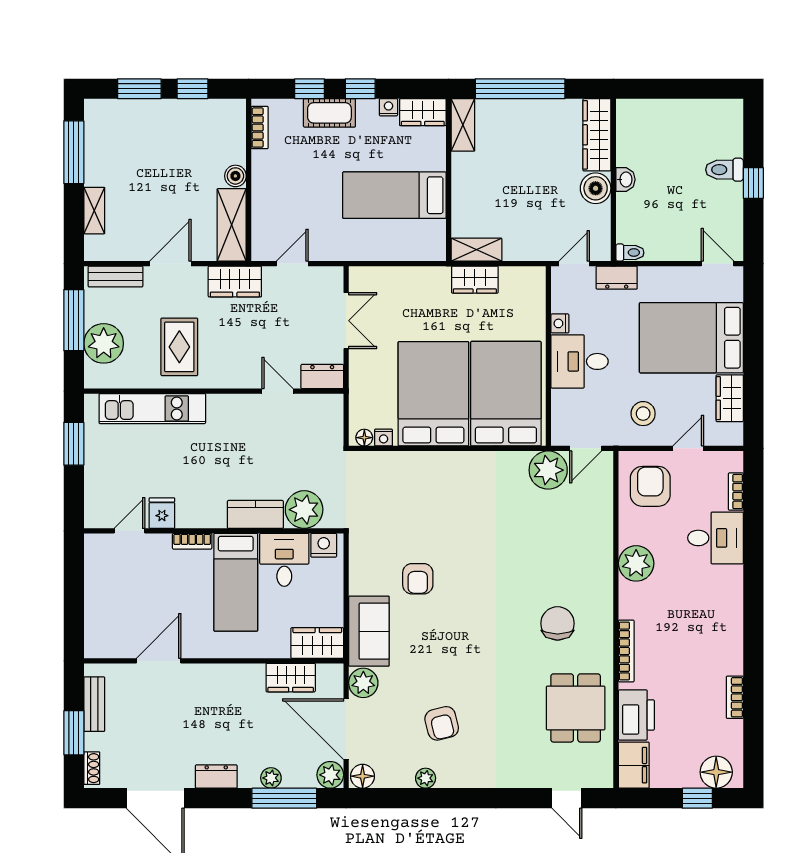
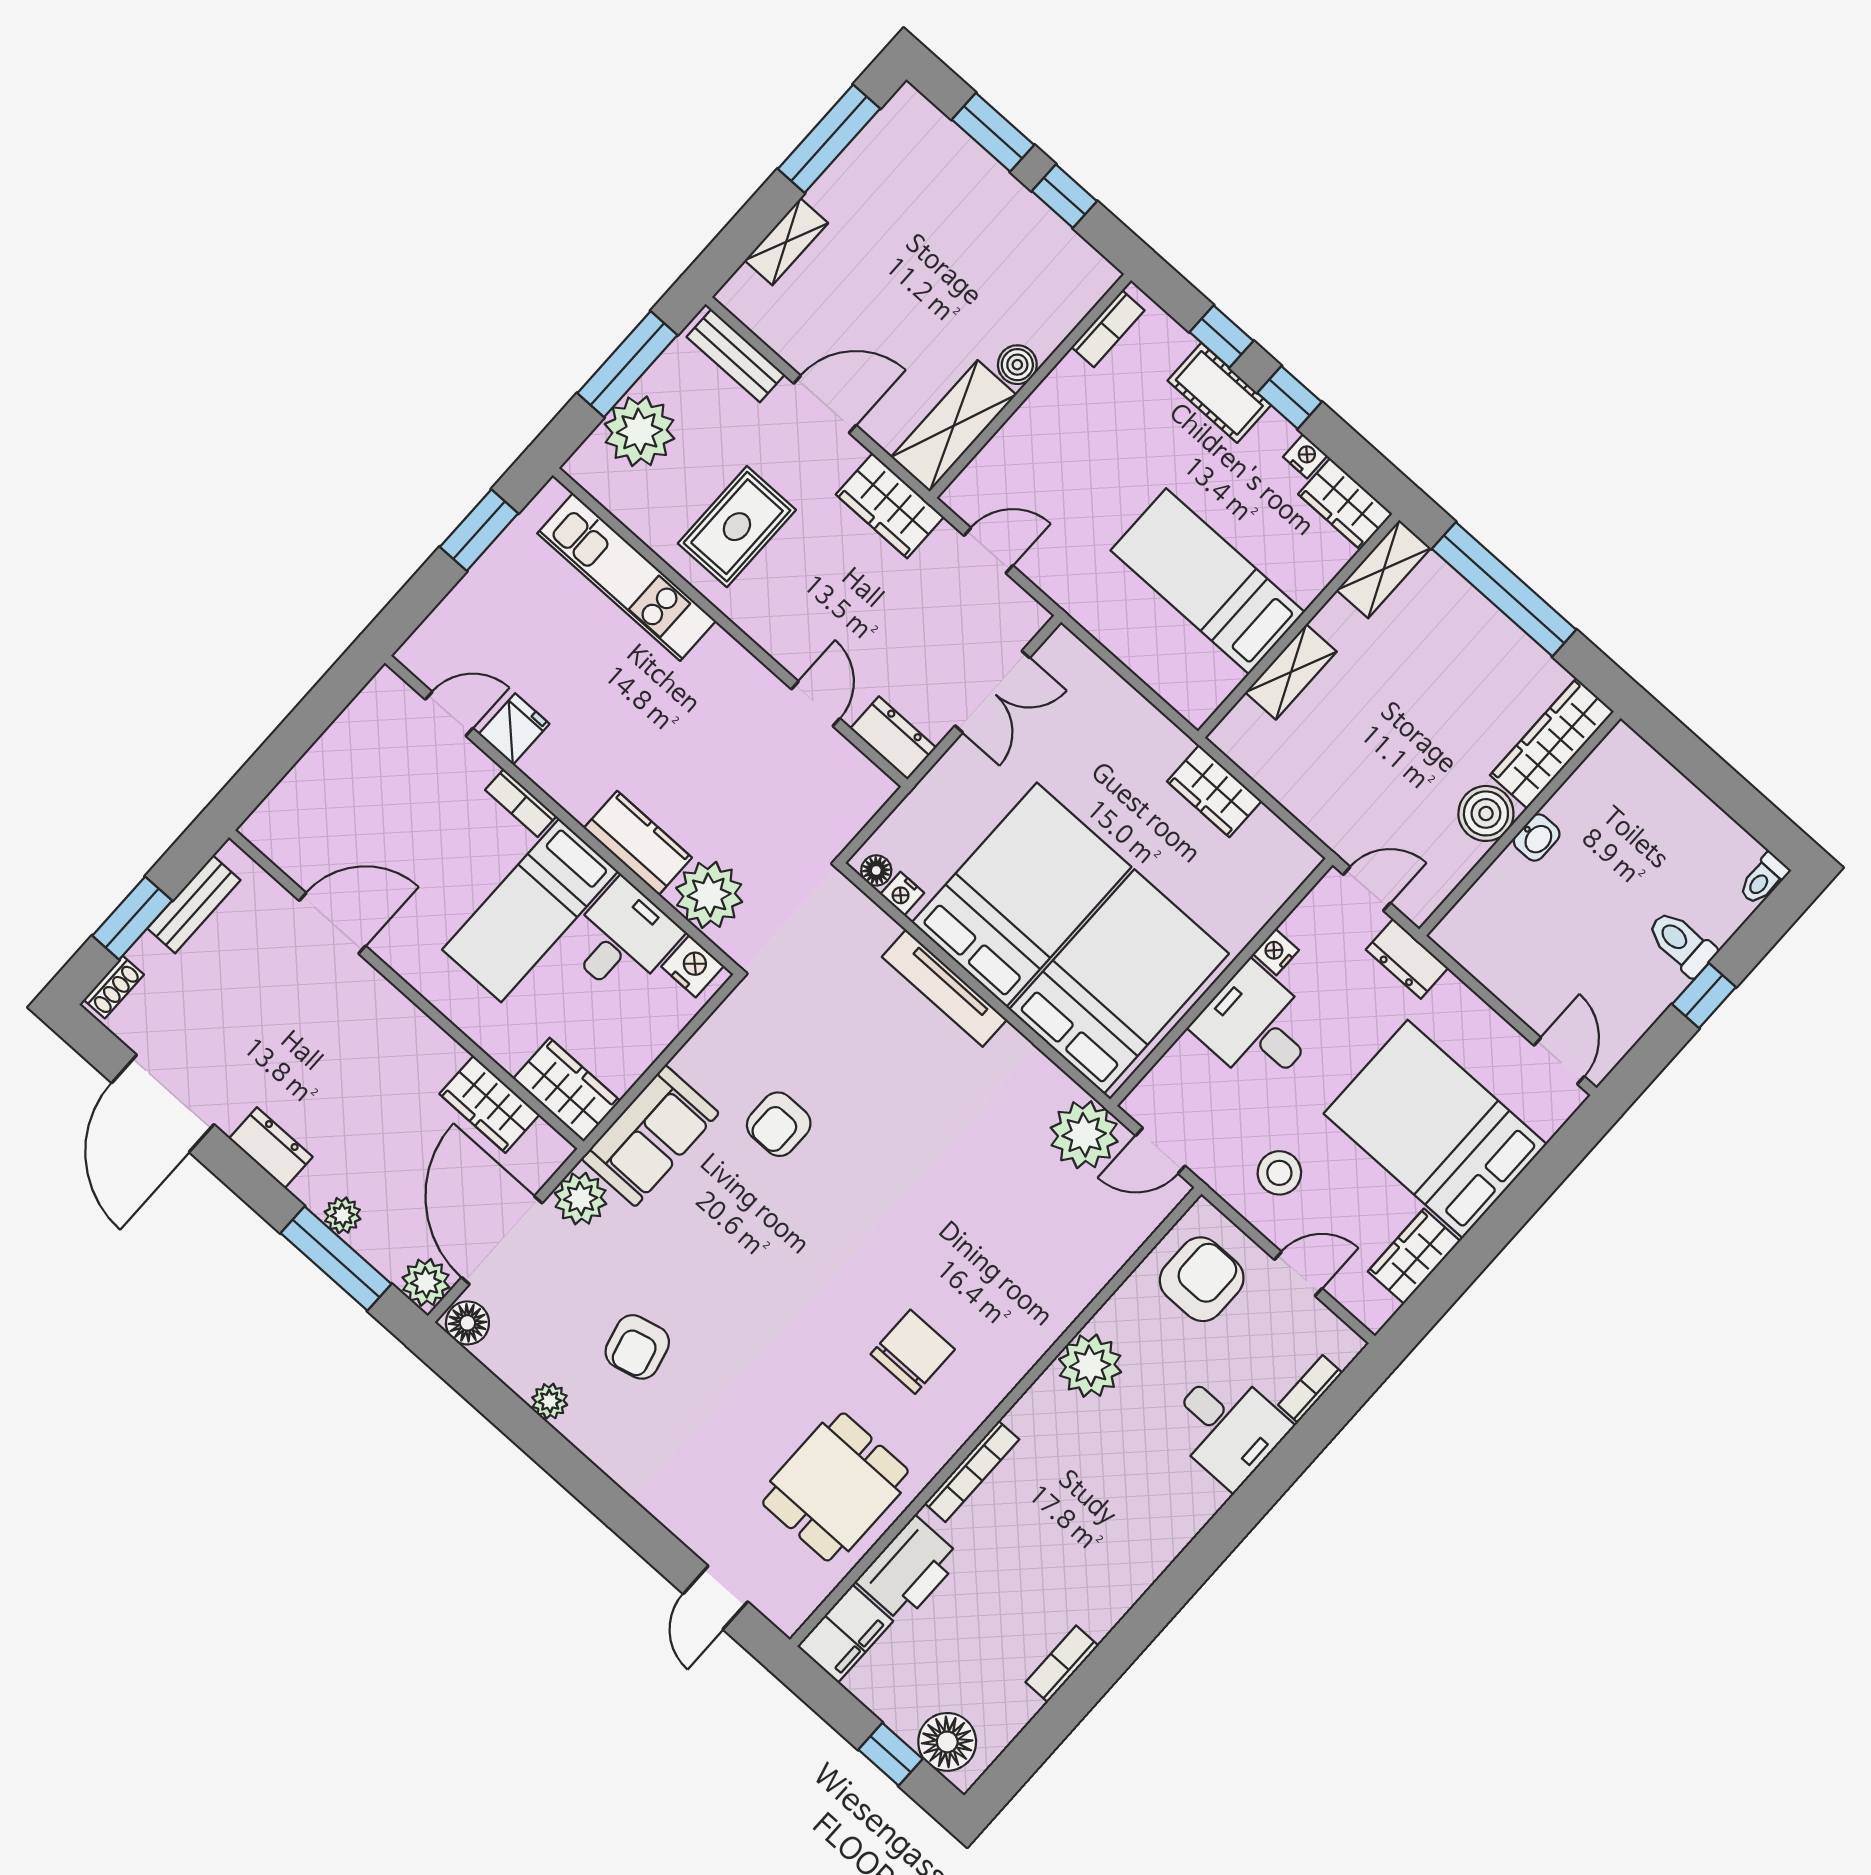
shelving: (476, 250) -> (1291, 672), moved, turned 90
toilet: (630, 253) -> (1763, 879), moved, turned 90
tv unit: (436, 461) -> (944, 988), added

